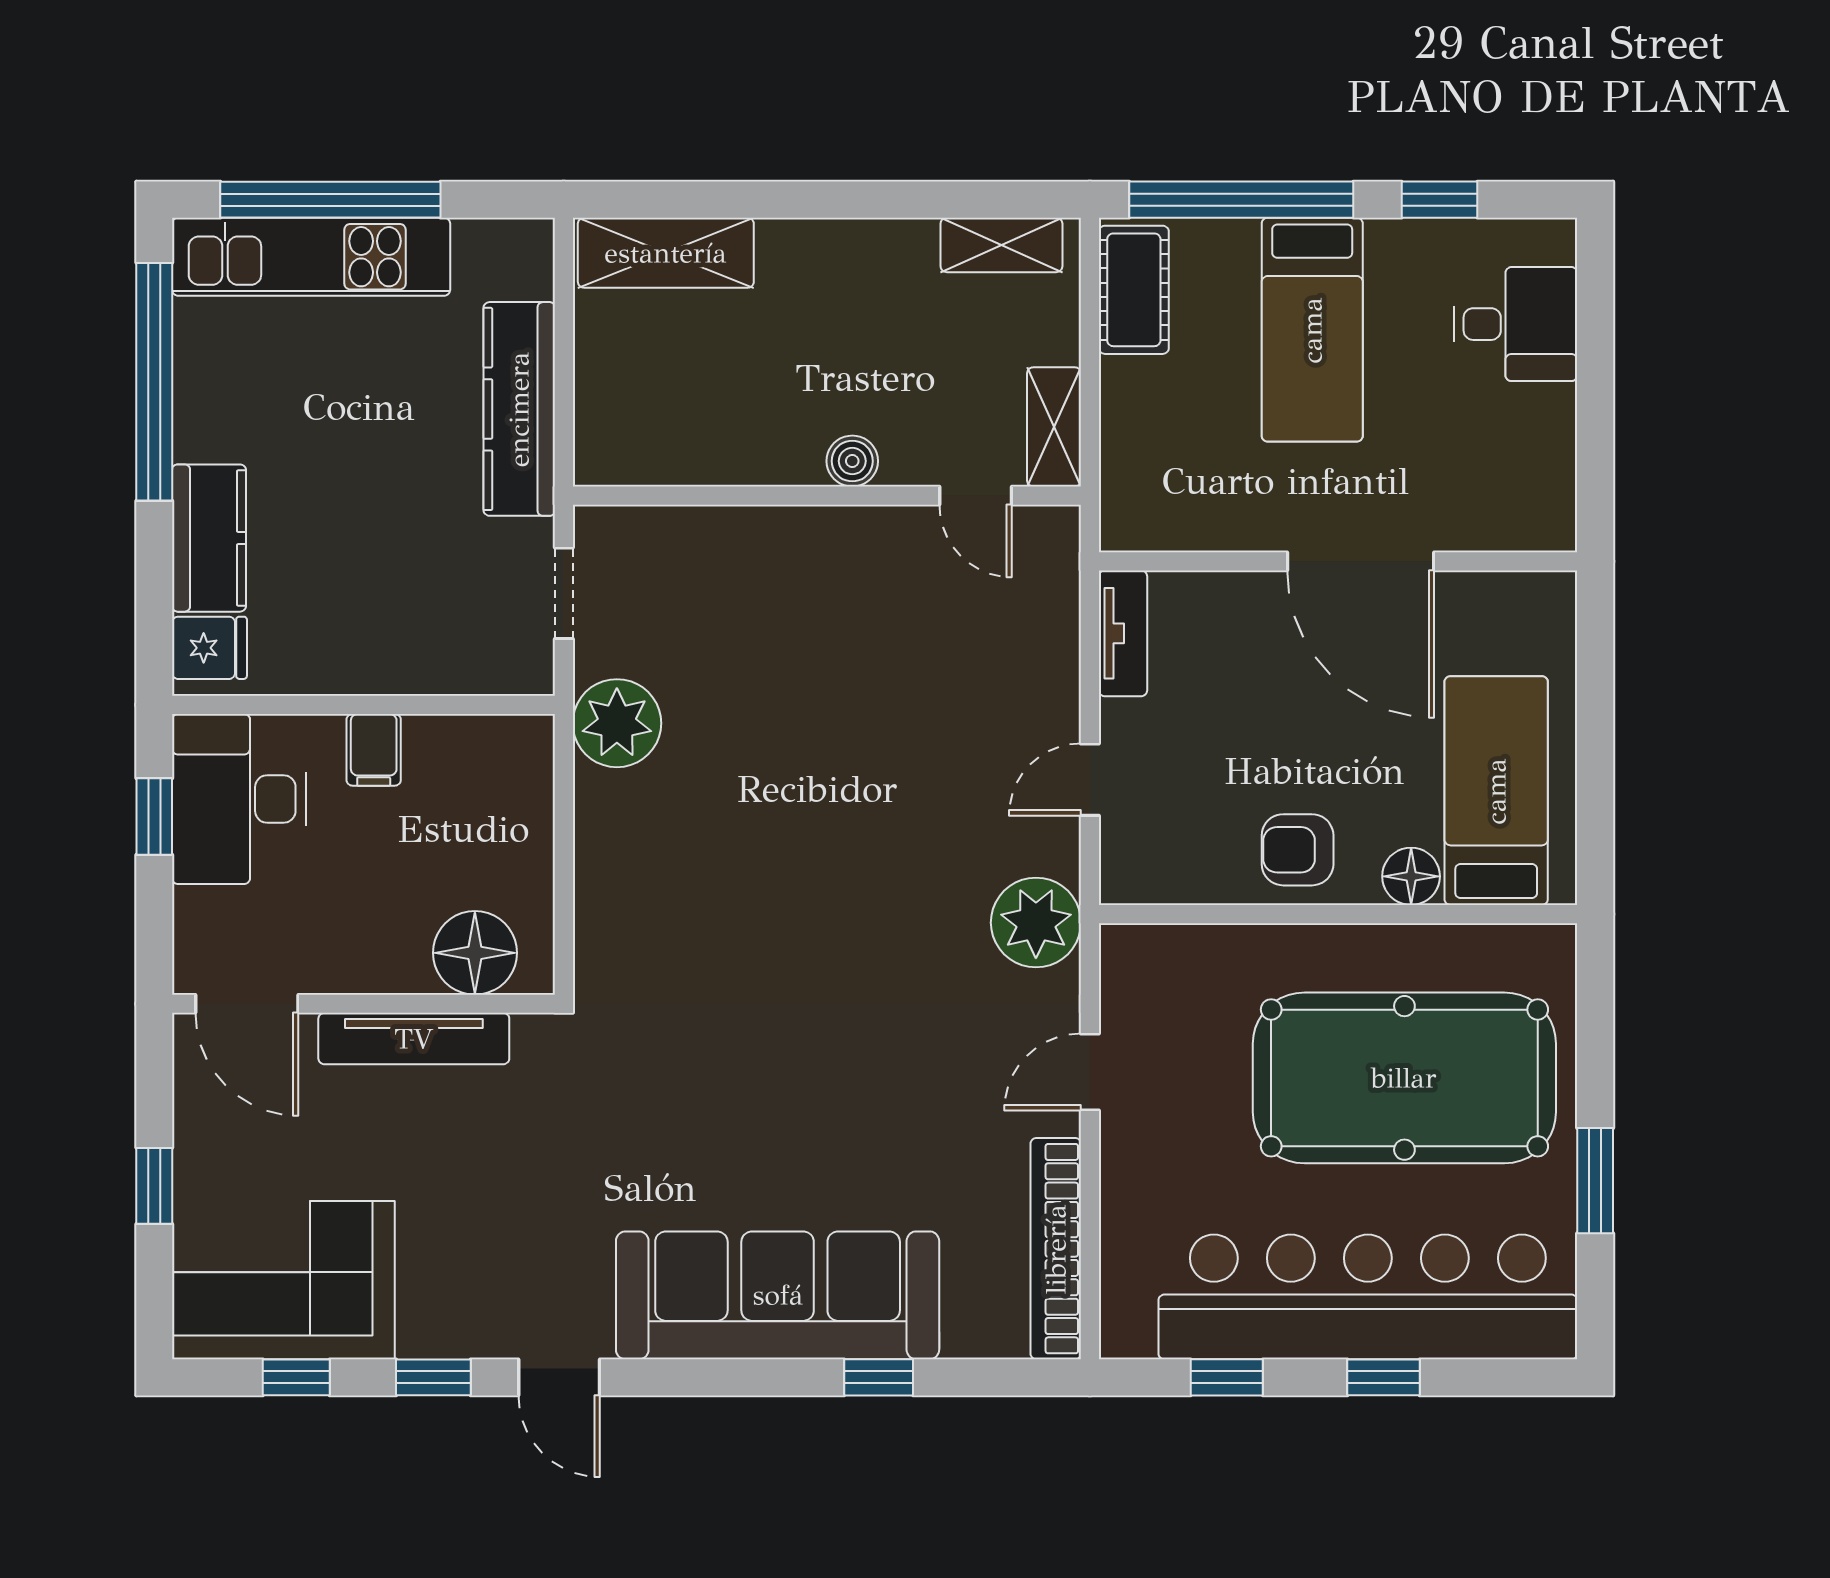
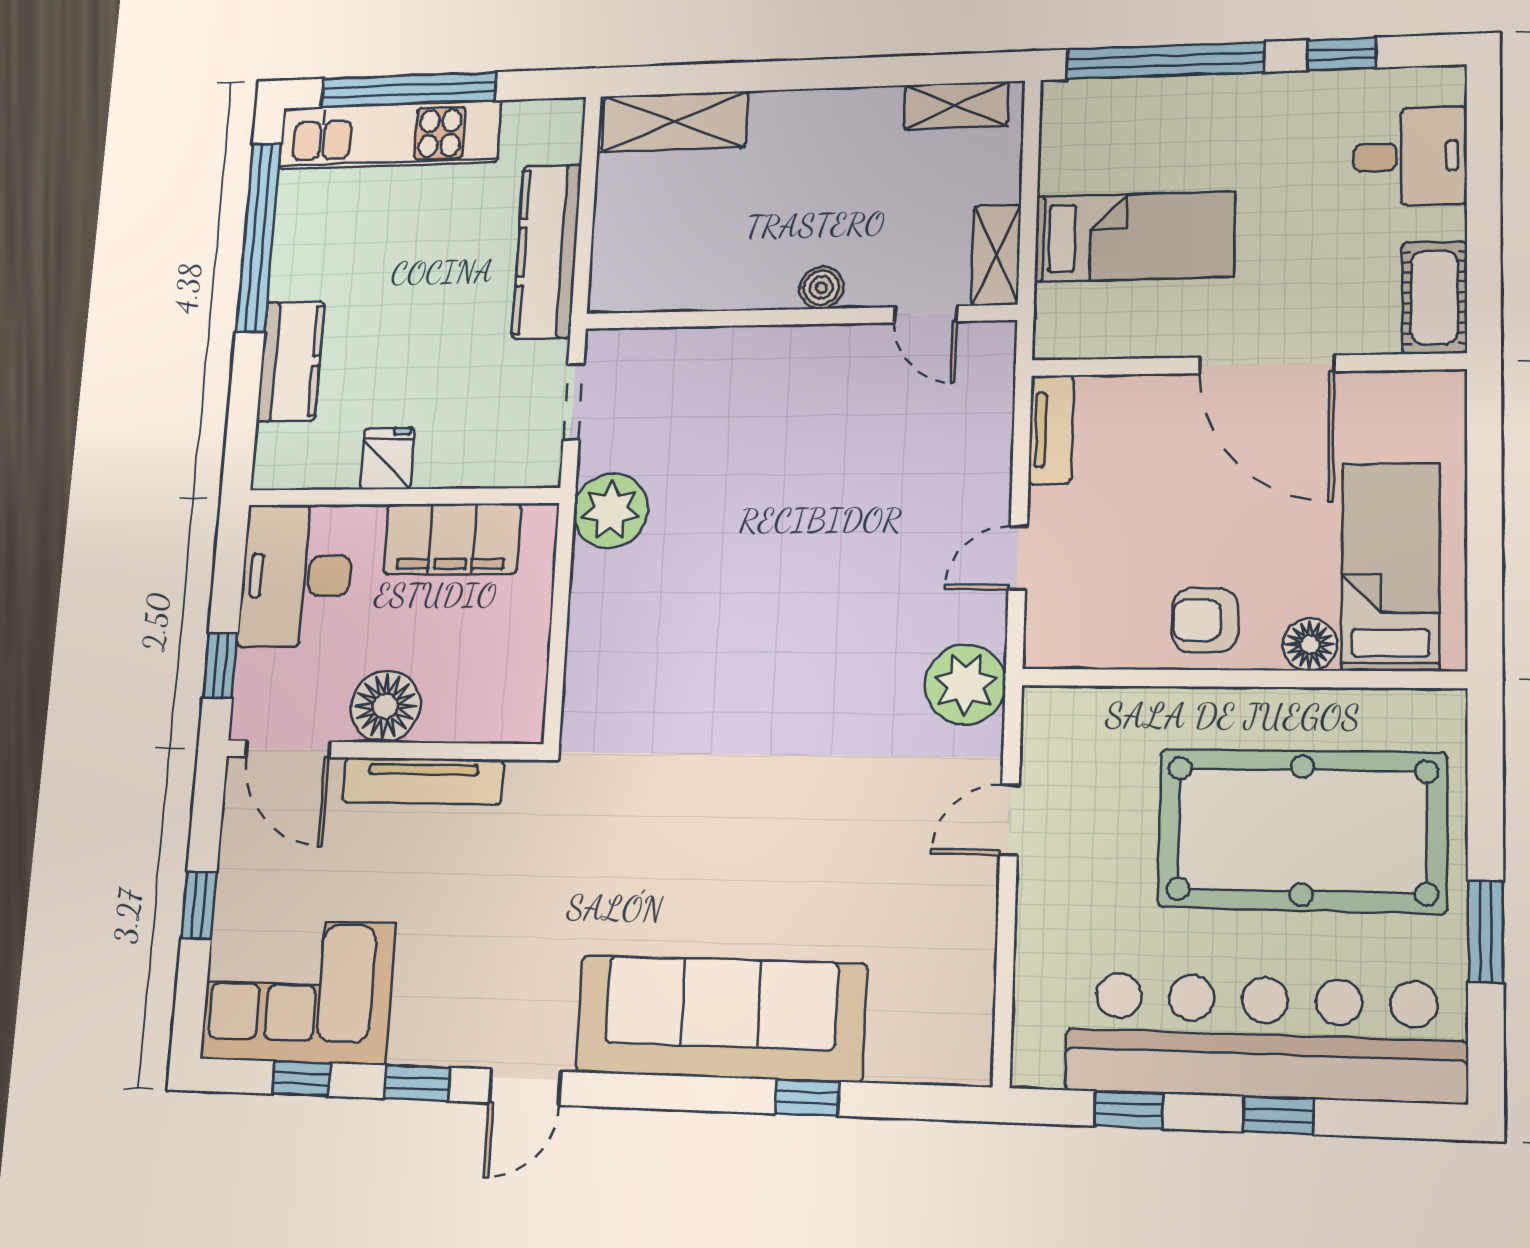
cot: (1134, 290) -> (1435, 297), moved
bed: (1312, 330) -> (1134, 237), moved, turned -90
fridge: (209, 648) -> (387, 458), moved, turned -90
filing cabinet: (374, 750) -> (452, 539), width x3.00, depth x1.17
window: (154, 817) -> (220, 666), moved
floor lamp: (475, 953) -> (385, 706), moved
bookcase: (1056, 1249) -> (973, 982), removed
door: (559, 1377) -> (525, 1087), hinge flipped

